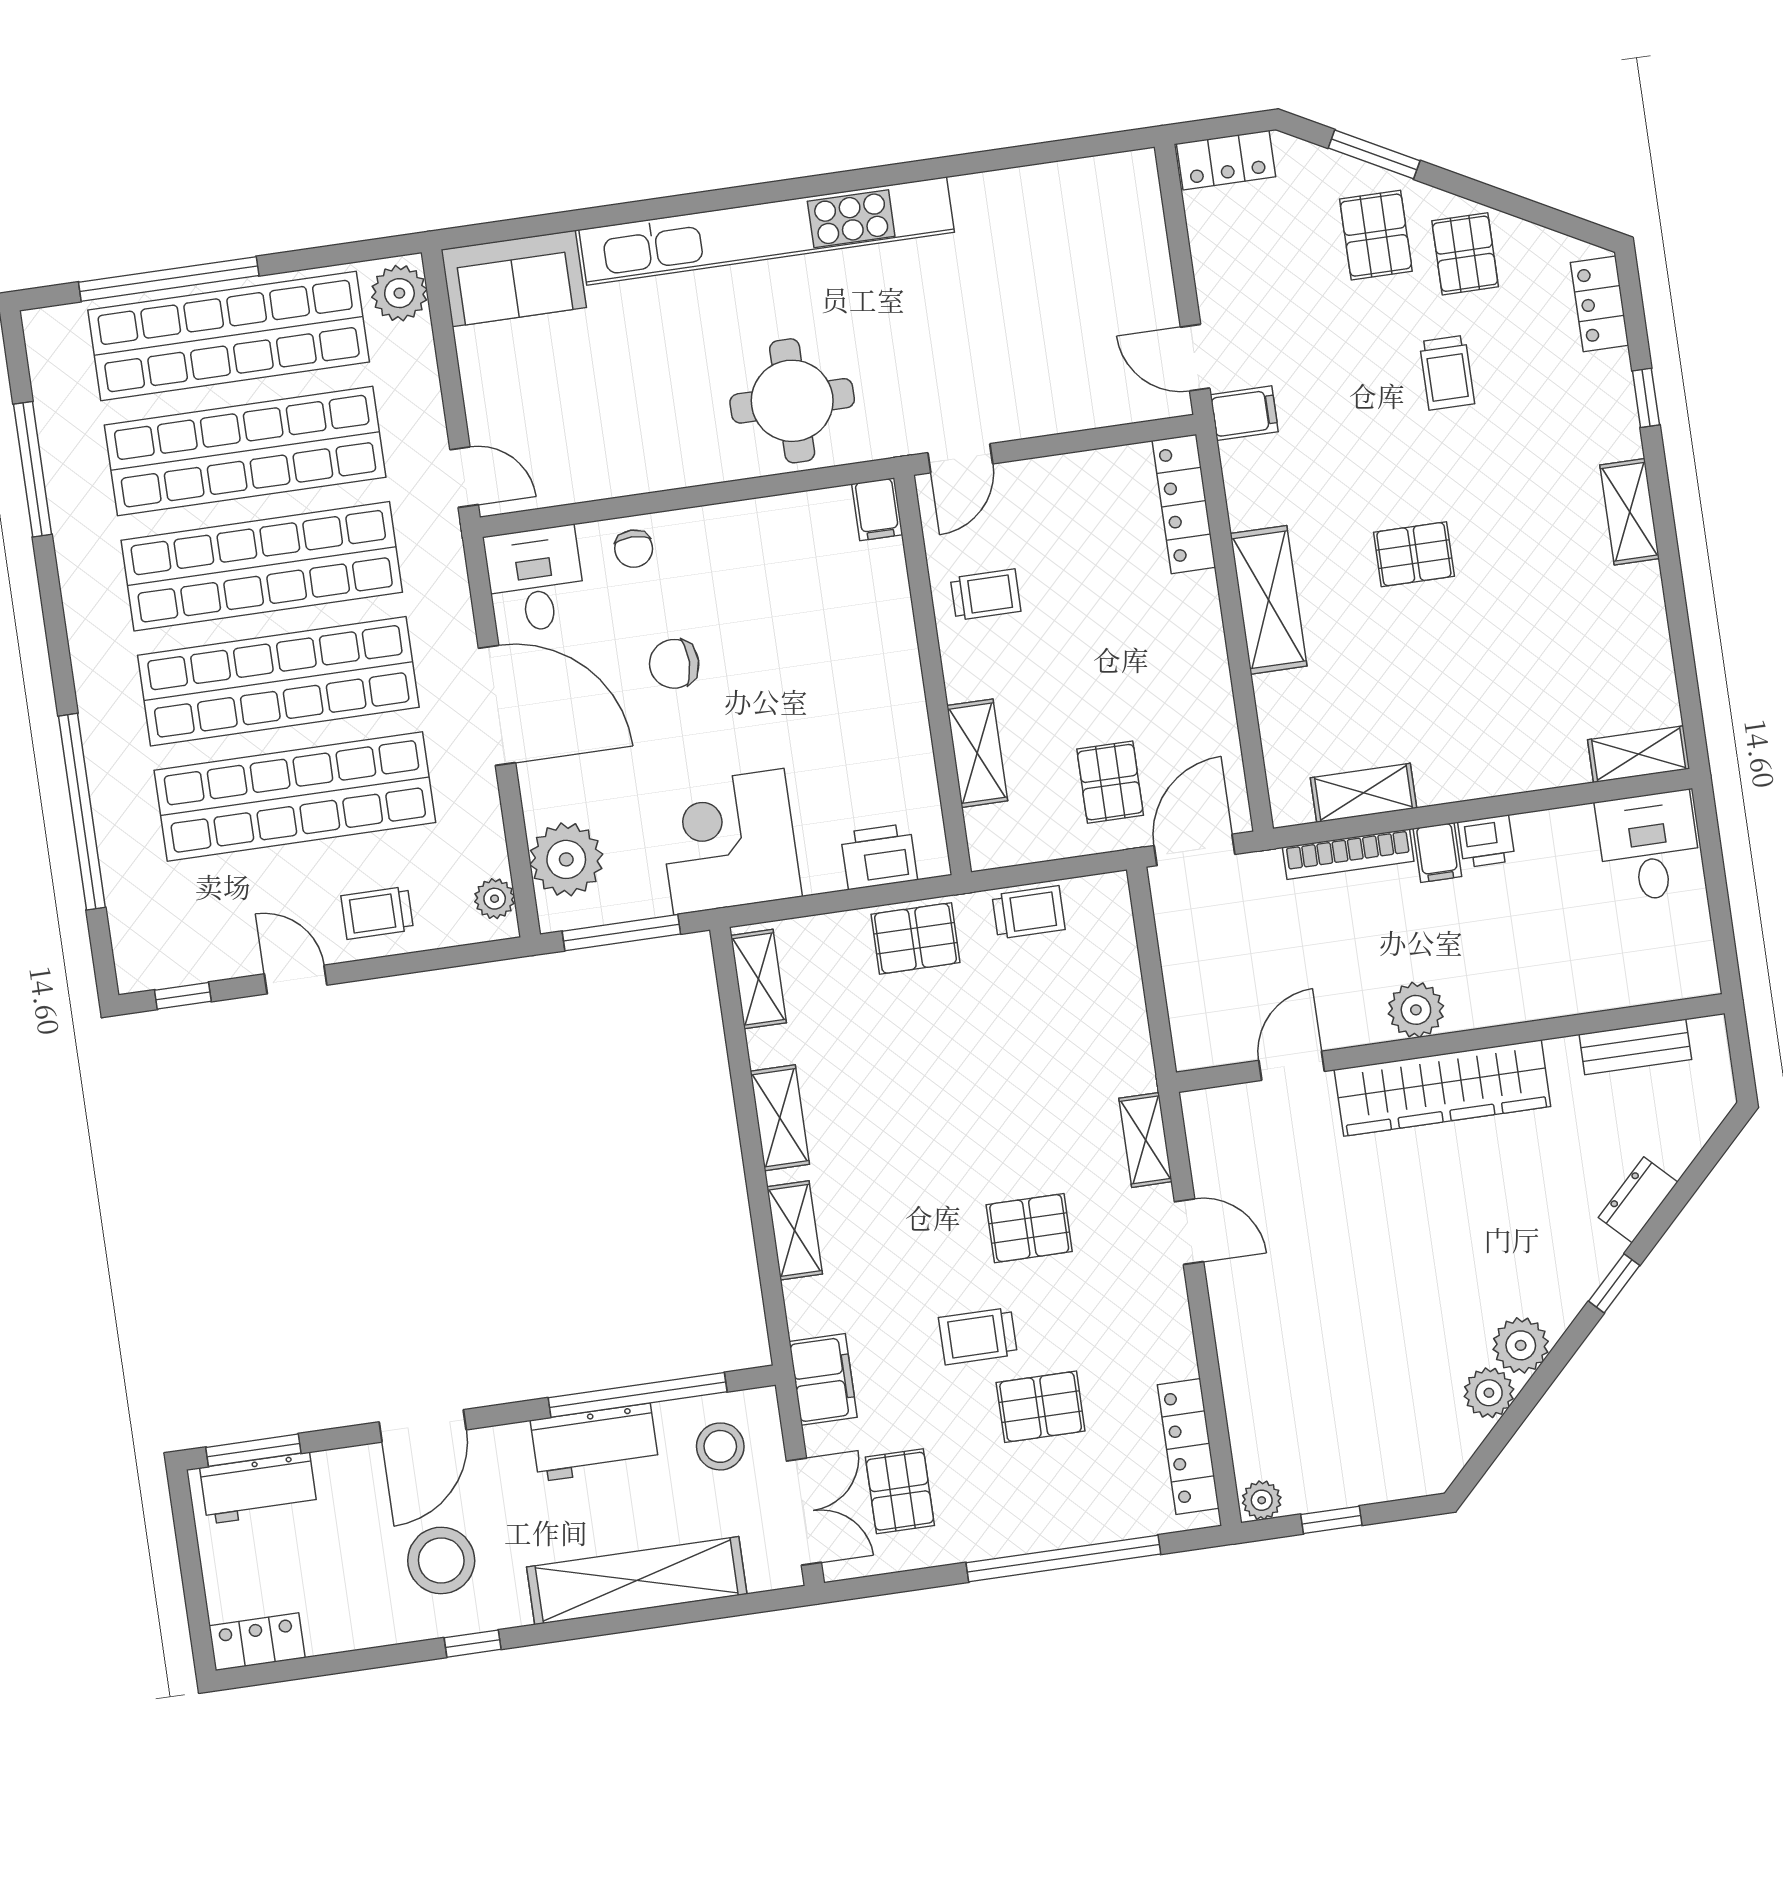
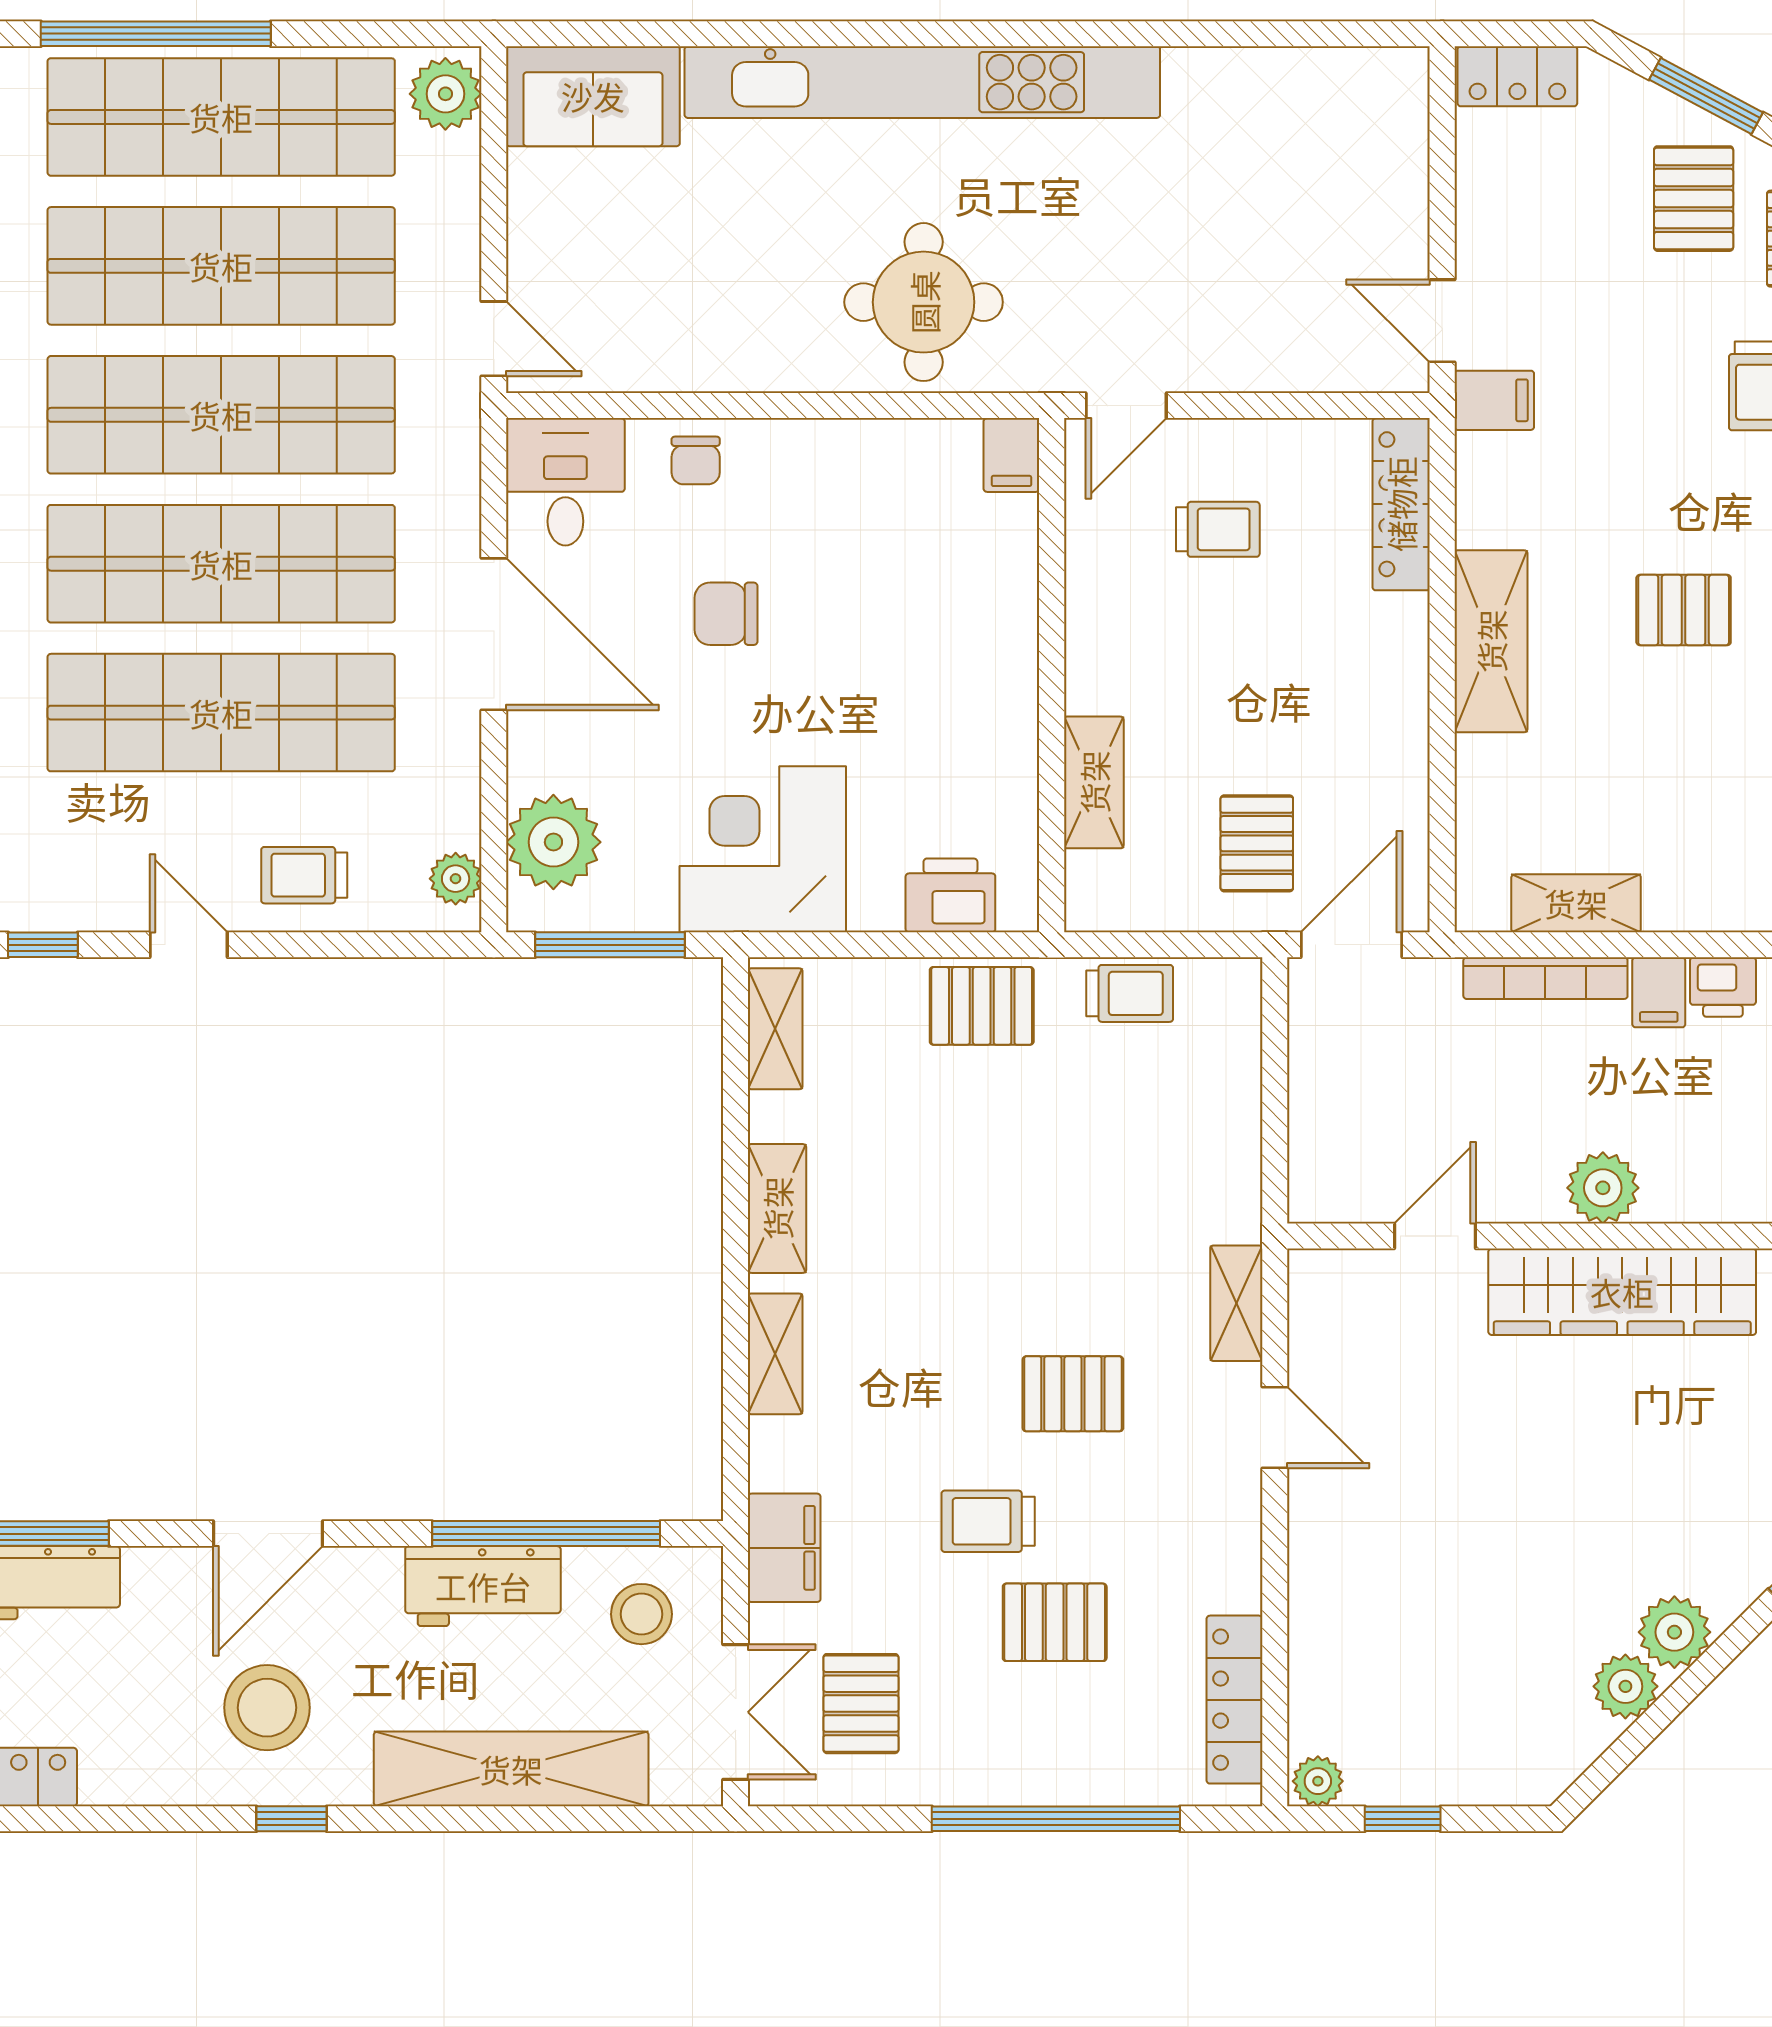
trolley: (986, 595) -> (1218, 529), moved

